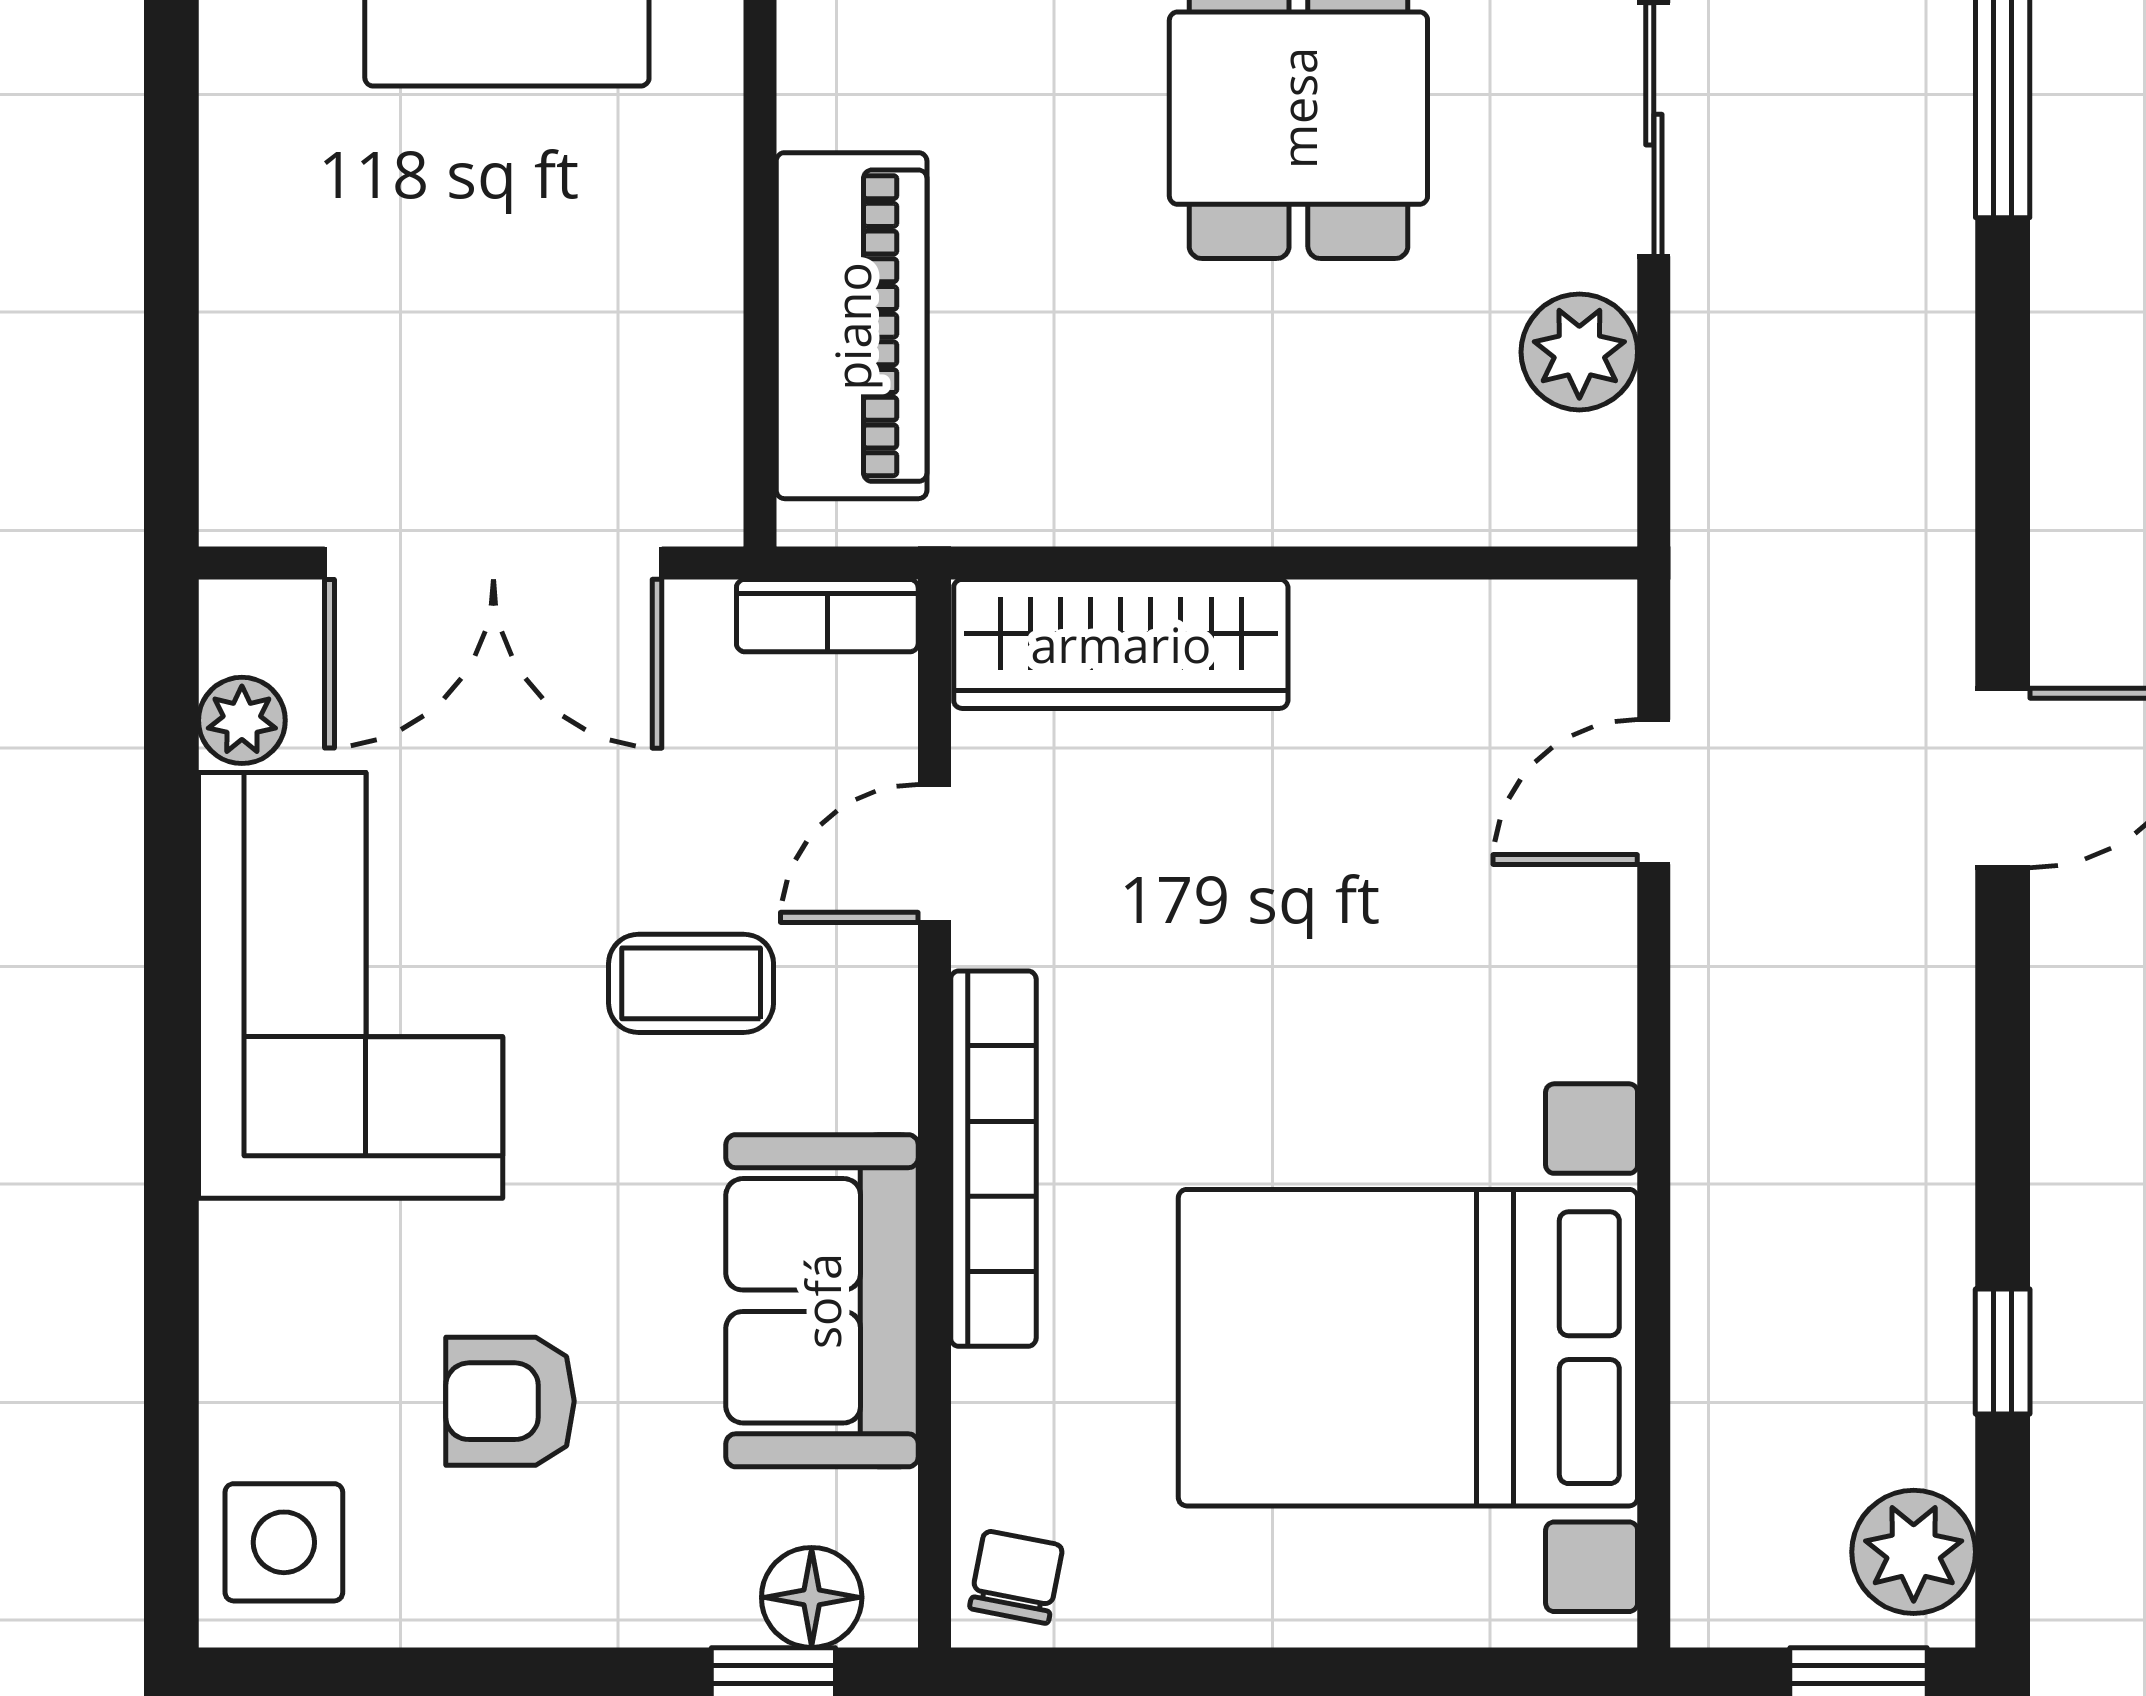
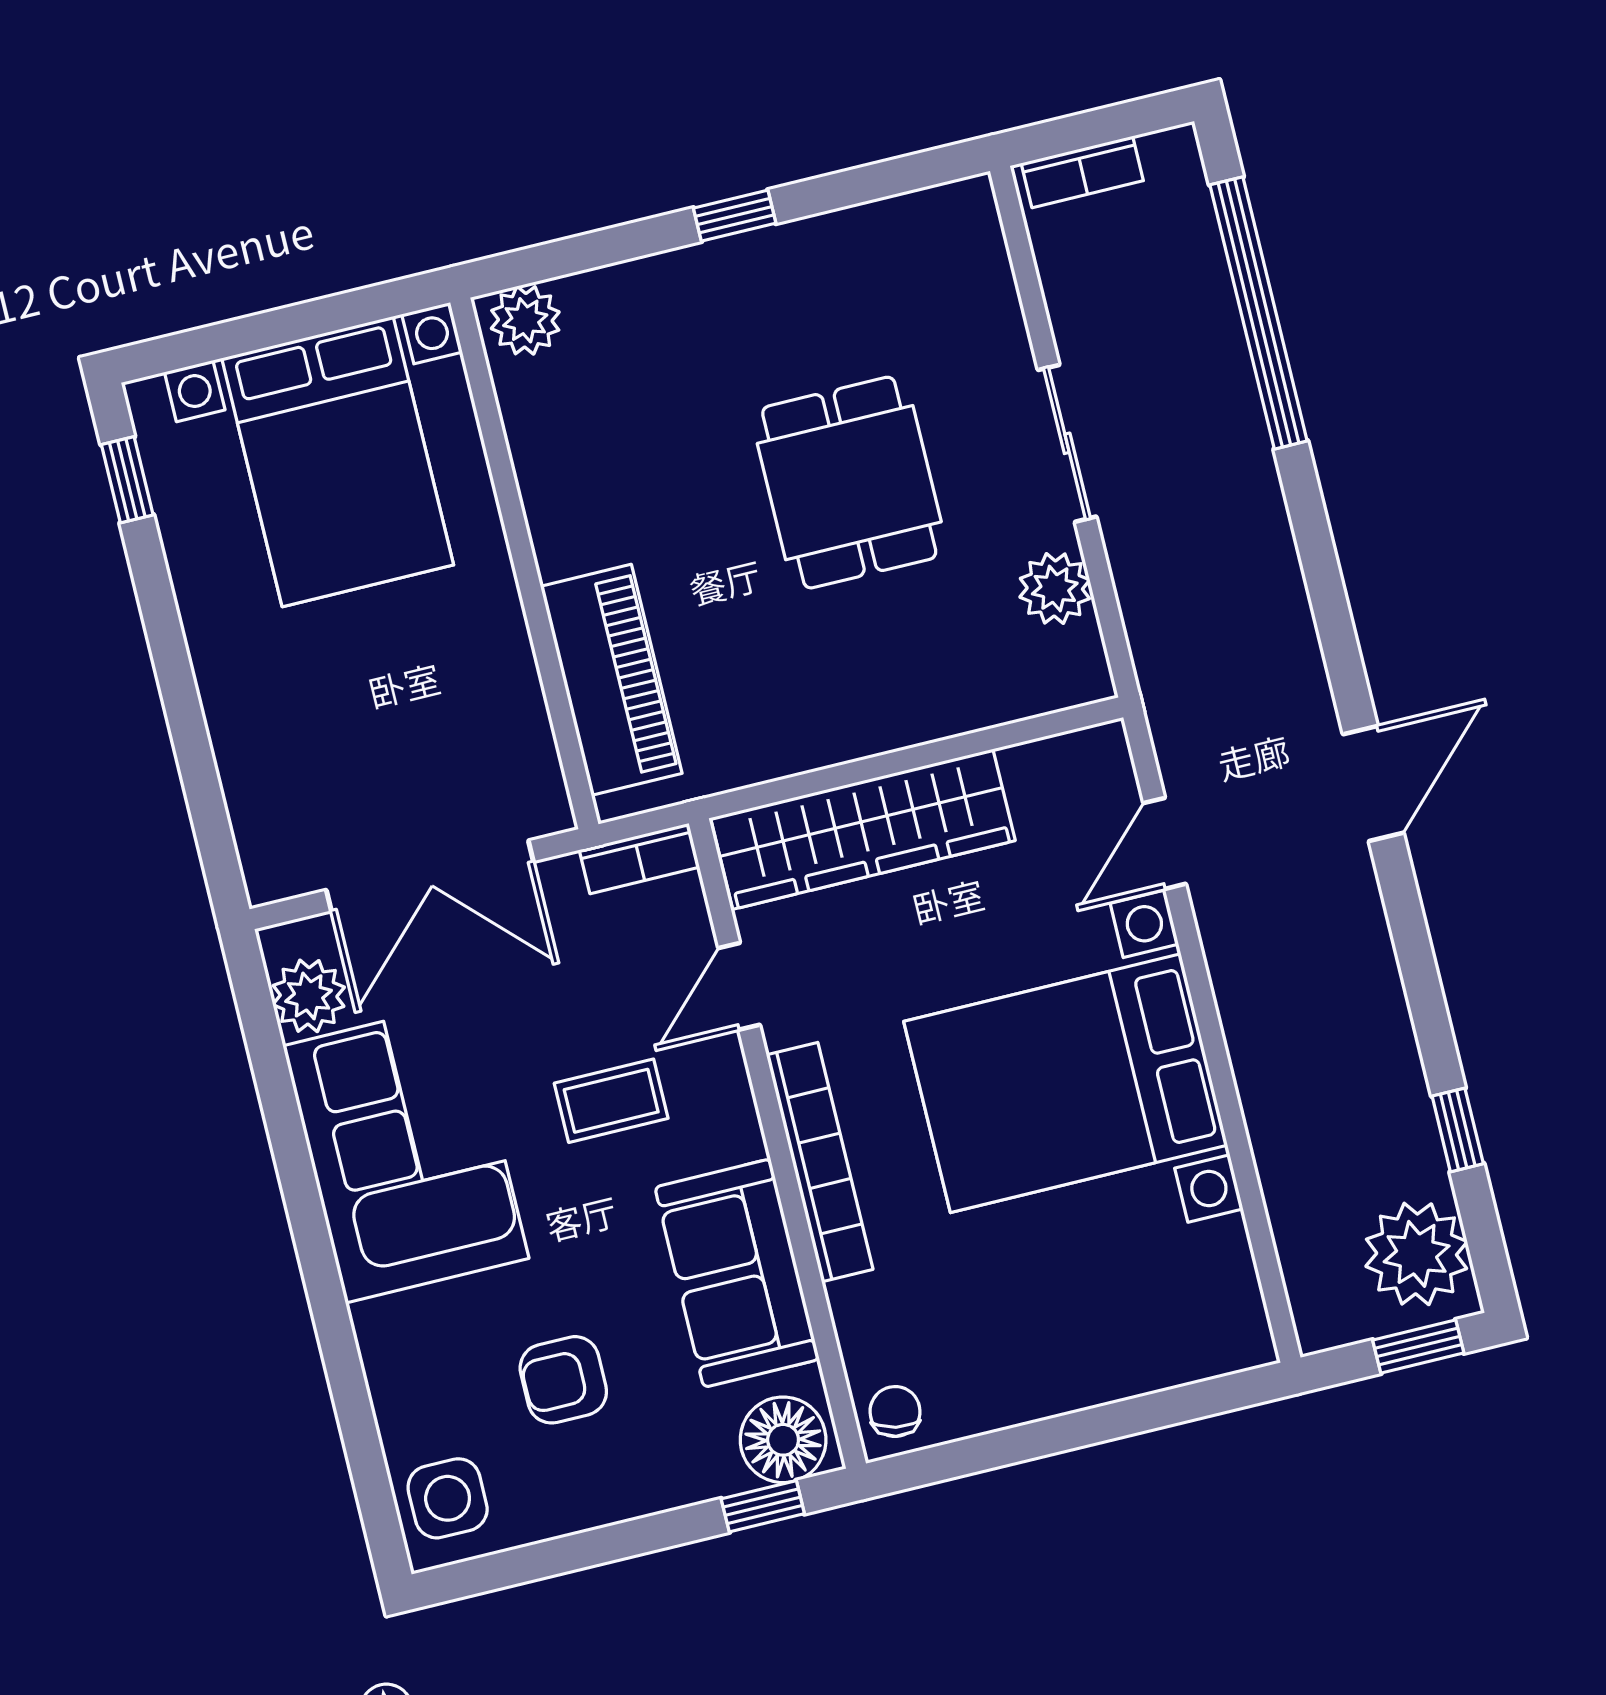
wardrobe: (1121, 644) -> (863, 829), width x1.40, depth x1.17
plant: (242, 720) -> (309, 996), width x1.38, depth x1.38
bed with nightstands: (1408, 1348) -> (1066, 1083), moved
plant: (1914, 1552) -> (1417, 1254), width x1.36, depth x1.36
floor lamp: (812, 1597) -> (783, 1440), width x1.38, depth x1.38

